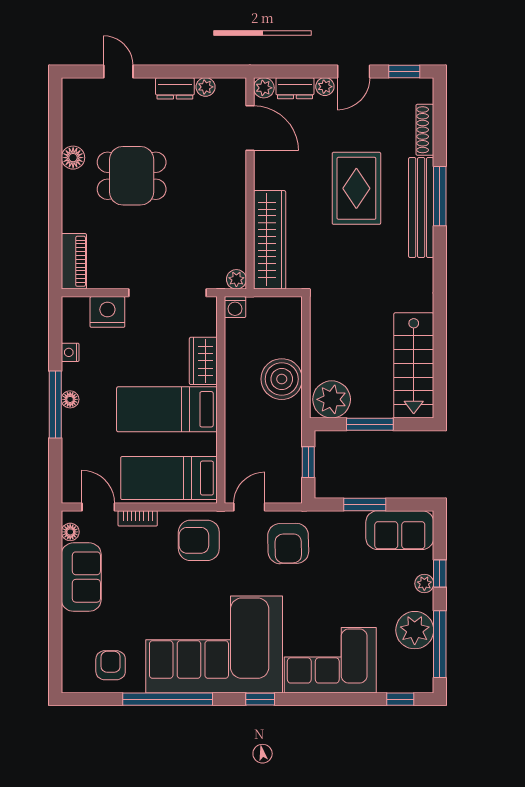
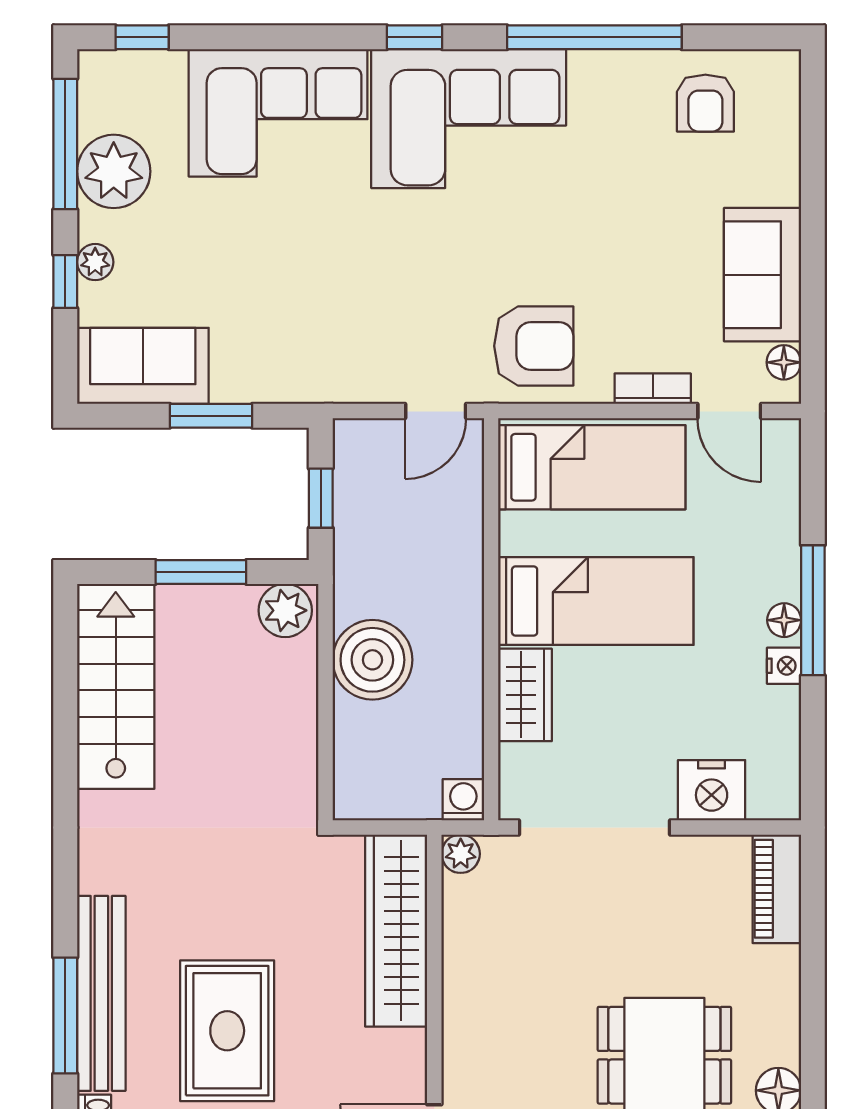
nightstand: (70, 352) -> (784, 666), moved
plant: (332, 399) -> (285, 610), width x0.73, depth x0.73
armchair: (288, 544) -> (360, 340), removed
corner sofa: (214, 644) -> (469, 119), width x0.73, depth x0.74

